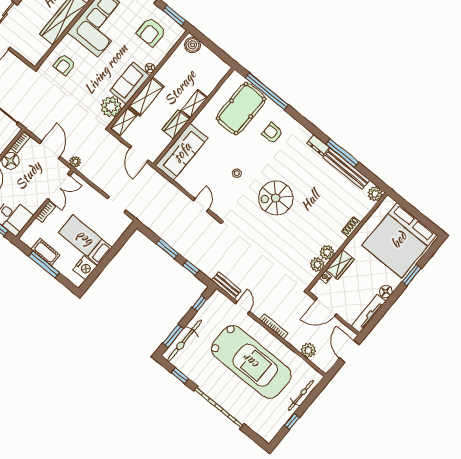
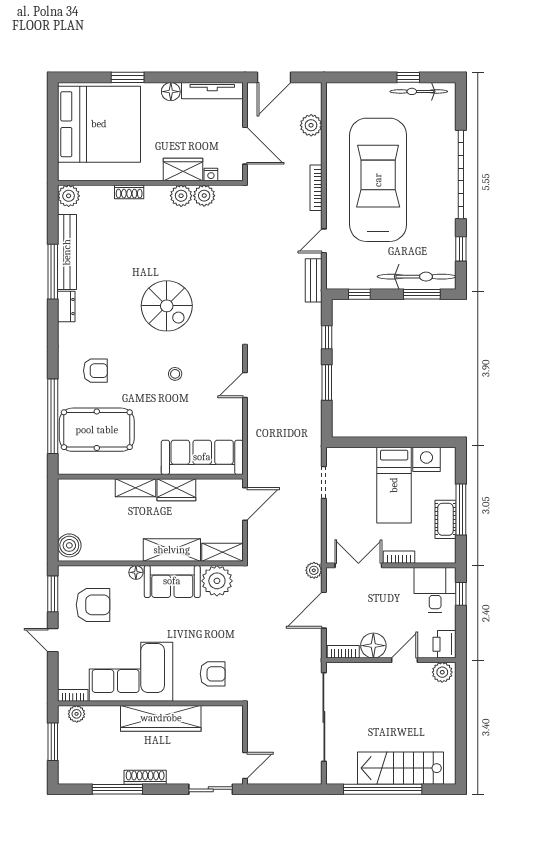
armchair: (272, 133) -> (95, 371), turned -90
bicycle: (301, 395) -> (419, 91), moved

